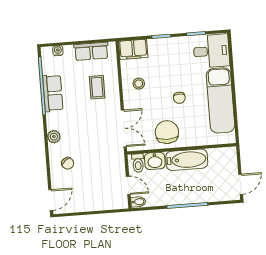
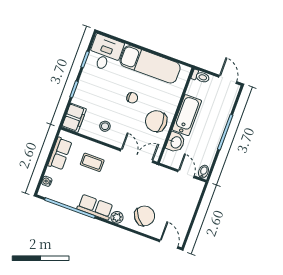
row of seats: (53, 93) -> (95, 207), moved
chair: (68, 163) -> (144, 216), width x1.87, depth x1.87
toilet: (138, 163) -> (201, 77), moved
door: (128, 185) -> (186, 174), hinge flipped

